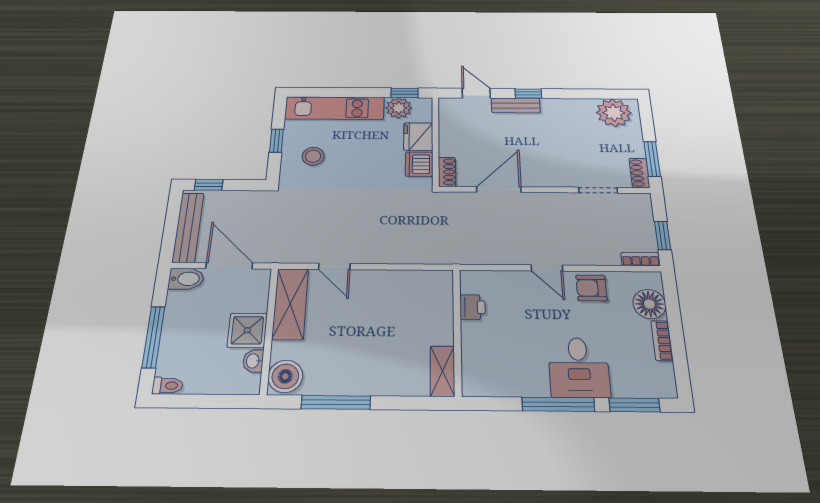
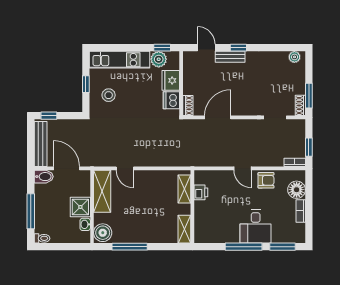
plant: (614, 113) -> (294, 57), width x0.53, depth x0.53
armchair: (591, 288) -> (266, 180), turned 180
shelving: (442, 301) -> (184, 189), added

